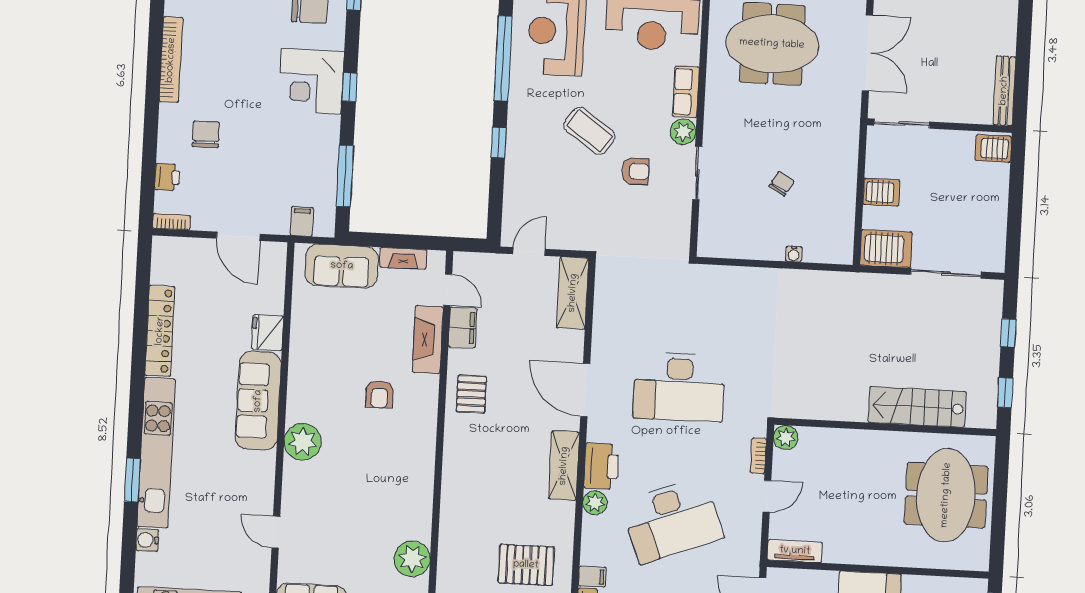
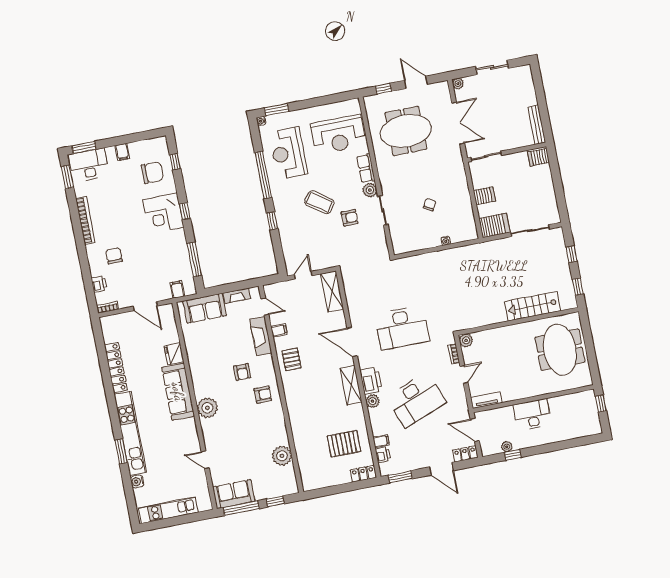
filing cabinet: (463, 328) -> (279, 330), width x0.50
armchair: (406, 443) -> (263, 395), added

